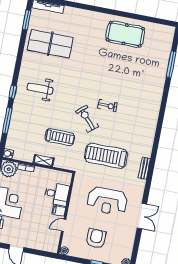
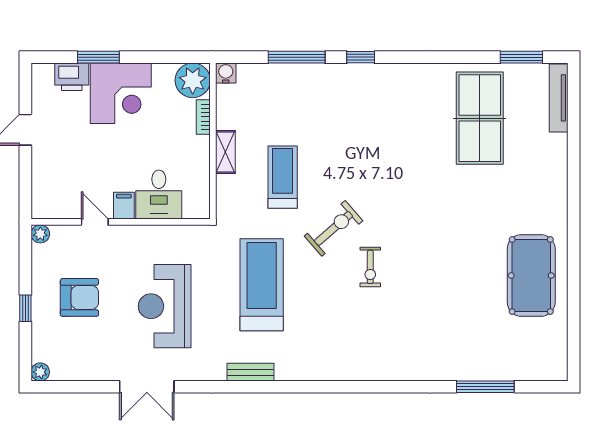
weight bench: (40, 89) -> (379, 115), removed
treadmill: (60, 137) -> (283, 177), turned 180

